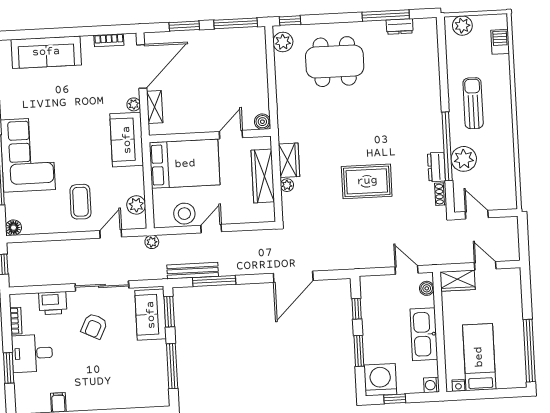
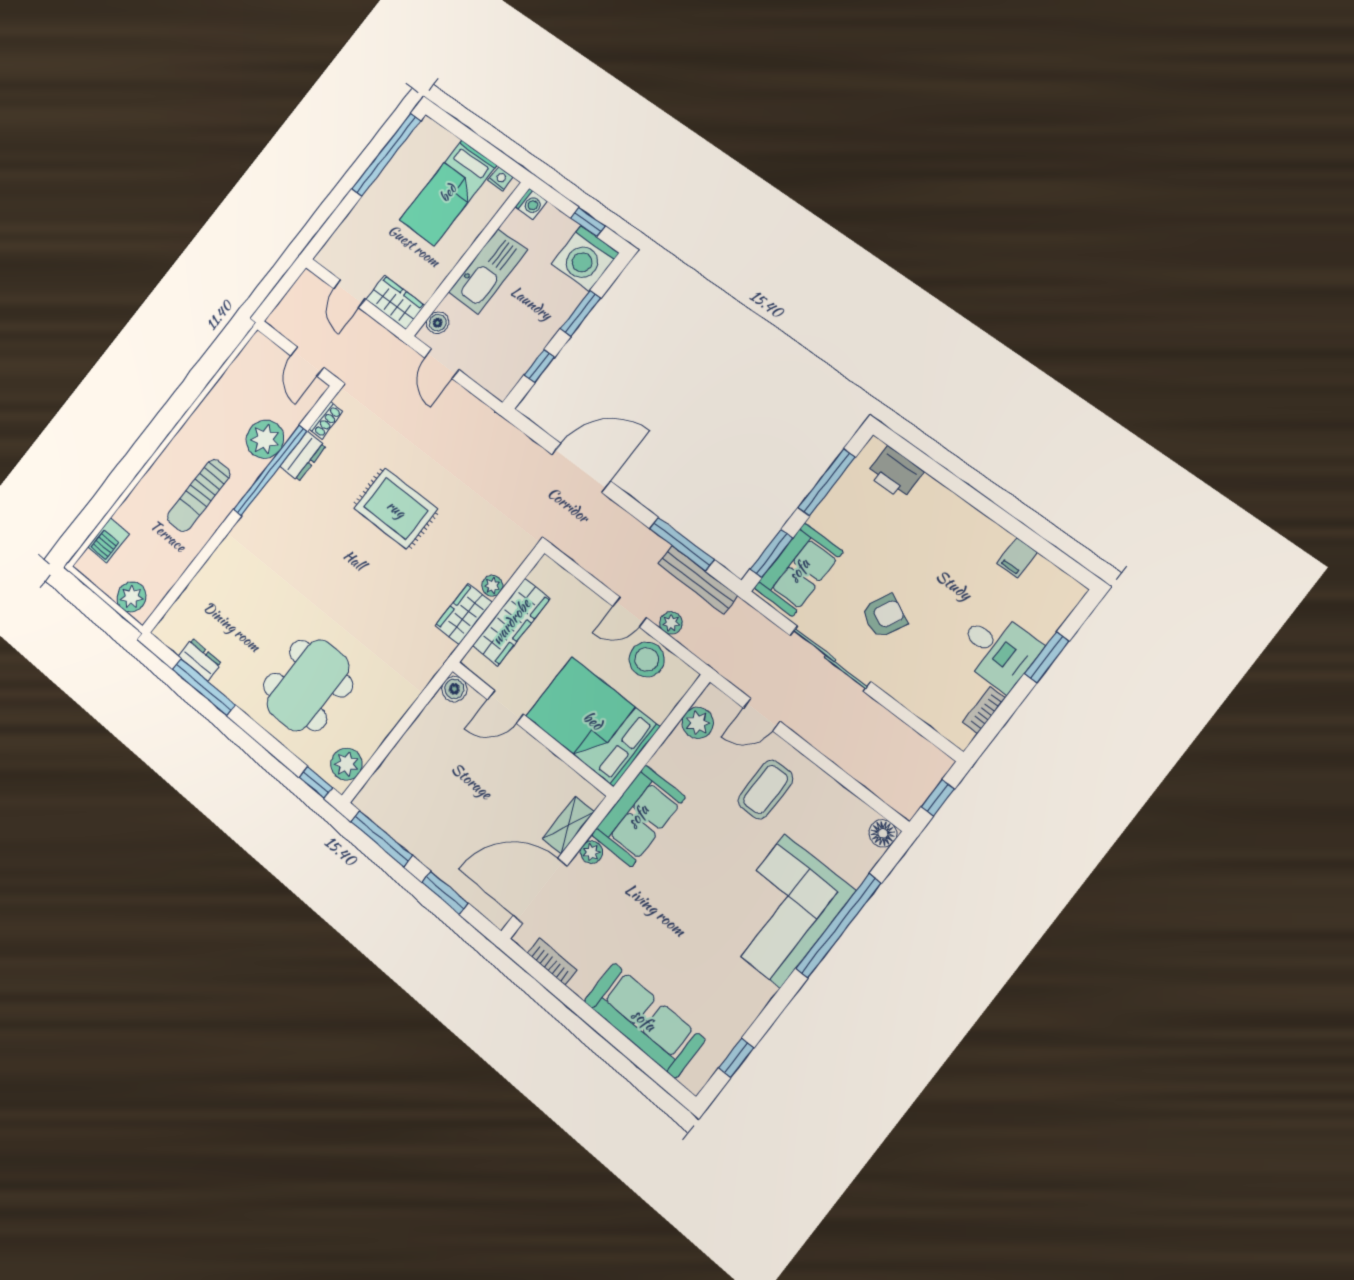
dining table: (335, 62) -> (308, 685), turned 90
plant: (152, 242) -> (671, 623), moved
printer: (53, 303) -> (895, 473), moved, turned 180

